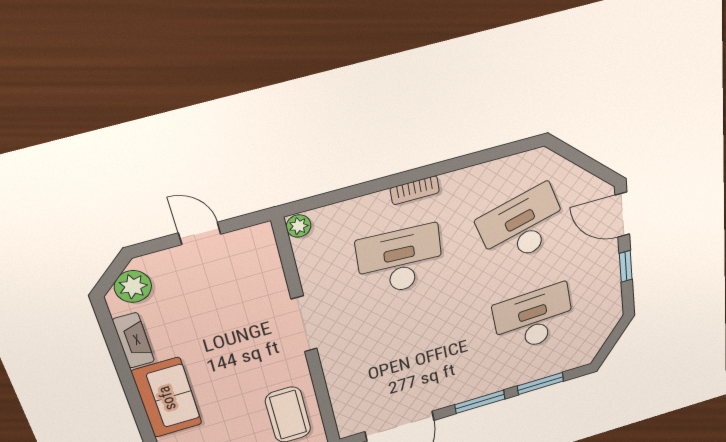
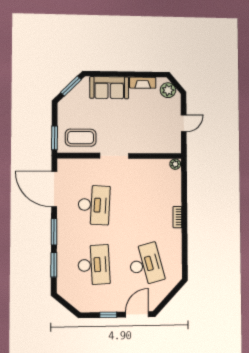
desk: (400, 261) -> (94, 205), moved
doorway: (304, 324) -> (114, 156), moved

